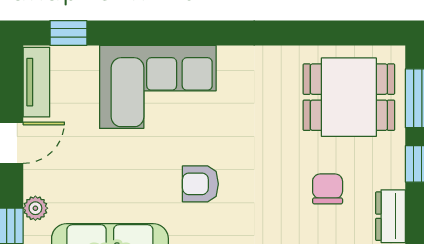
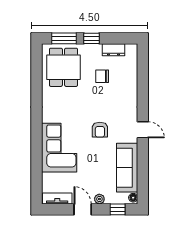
window: (68, 33) -> (37, 185), removed
plant: (35, 208) -> (99, 199), moved

